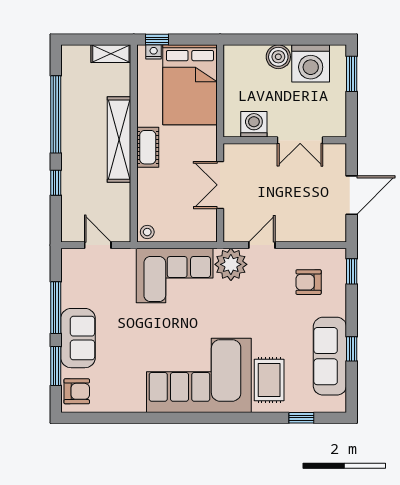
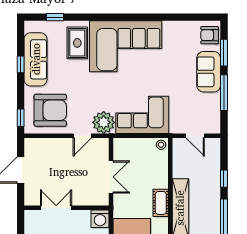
washing machine: (254, 124) -> (100, 219), moved
armchair: (309, 282) -> (50, 110), width x1.88, depth x1.88

